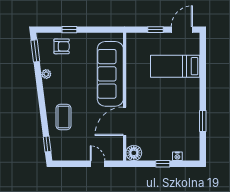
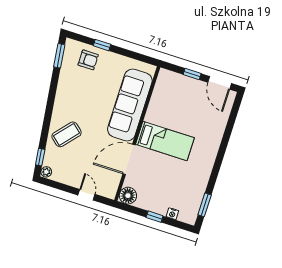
door: (182, 30) -> (220, 83), swing flipped
bed: (175, 66) -> (165, 141), moved, turned 180
plant: (46, 74) -> (46, 172), moved
coffee table: (64, 117) -> (67, 134), turned 41
window: (203, 121) -> (205, 205), moved

